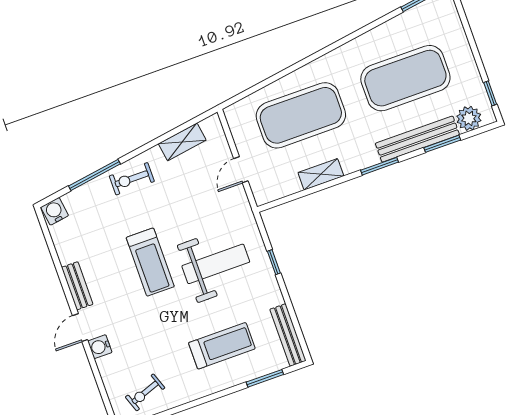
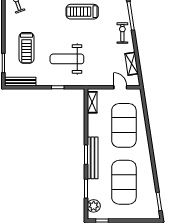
bench: (417, 139) -> (93, 158), moved
door: (241, 170) -> (120, 87), moved
shelving: (321, 174) -> (92, 102), moved
treadmill: (150, 262) -> (82, 12), moved
weight bench: (216, 264) -> (67, 59), turned 90

